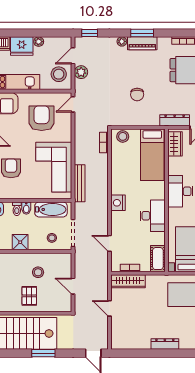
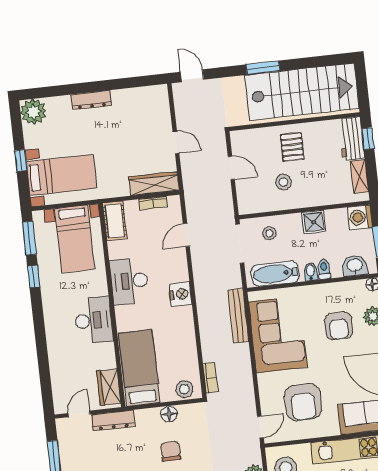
floor lamp: (135, 120) -> (169, 414), added
door: (109, 243) -> (186, 235), swing flipped

